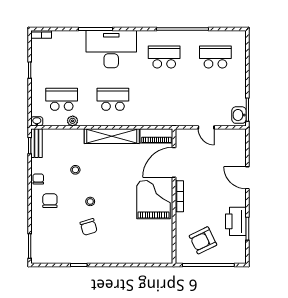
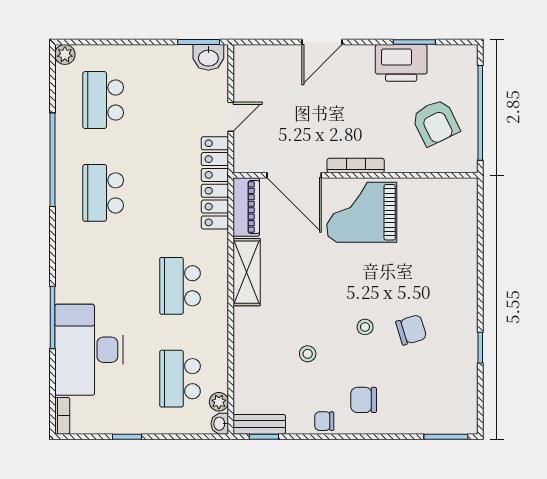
plant: (241, 36) -> (65, 54), added
desk: (111, 49) -> (89, 350), moved
locker: (170, 119) -> (215, 183), added
plant: (73, 121) -> (219, 402), moved
shelving: (112, 136) -> (247, 272), width x0.68

